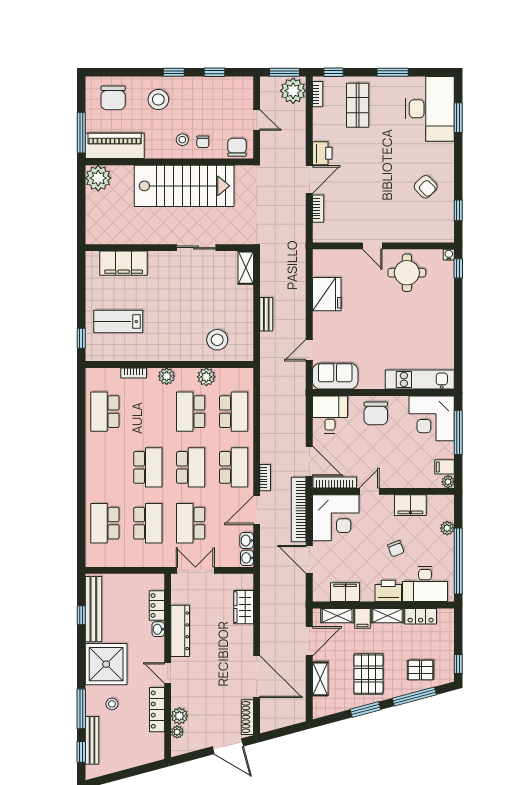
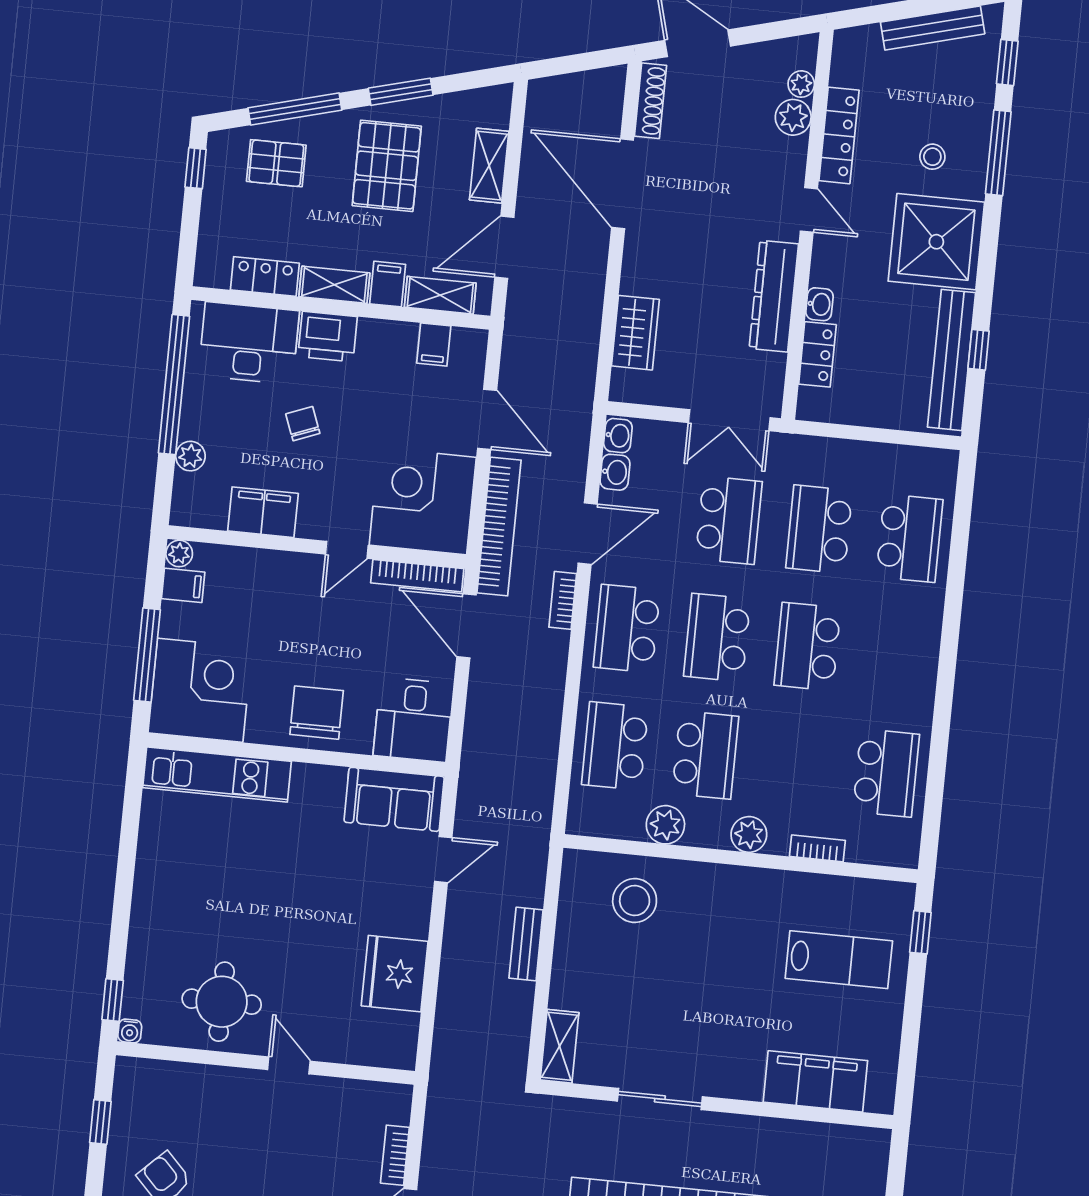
filing cabinet: (345, 592) -> (434, 345), width x0.50
bench: (92, 740) -> (933, 28), moved, turned 75

